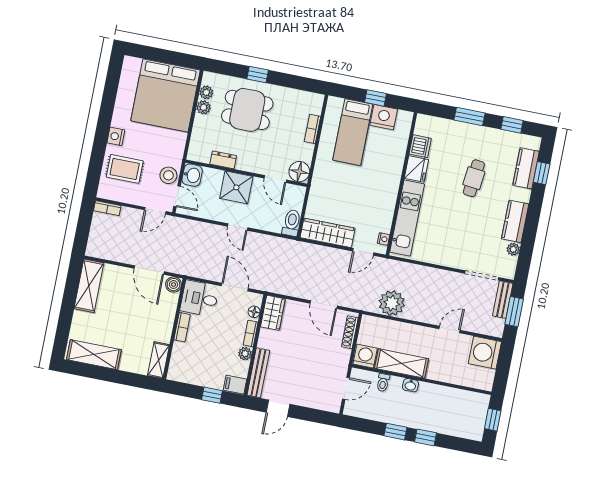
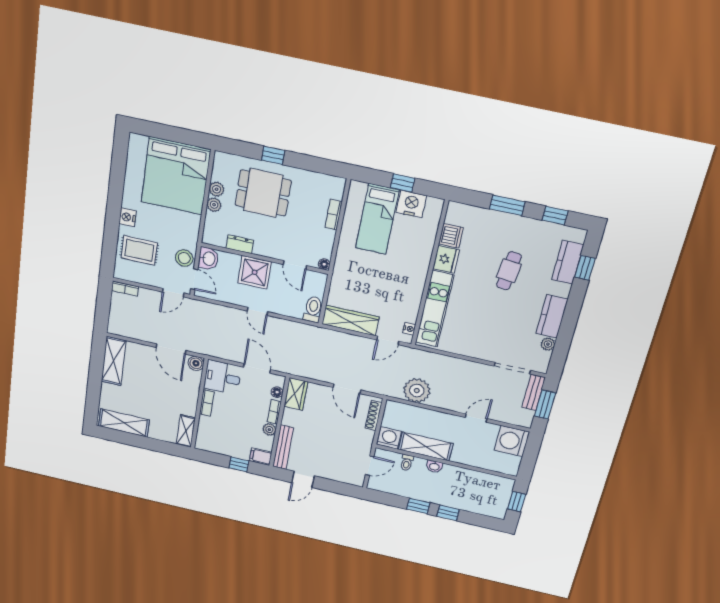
plant: (206, 92) -> (214, 205), moved
floor lamp: (299, 172) -> (324, 264), width x0.53, depth x0.53

